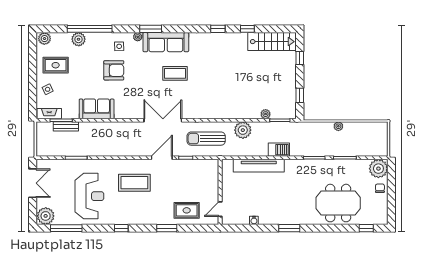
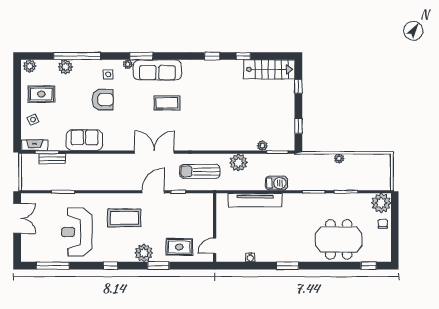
reception desk: (89, 196) -> (77, 232), turned 180
plant: (46, 216) -> (144, 253), moved

